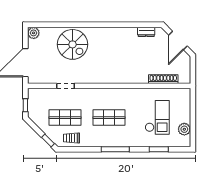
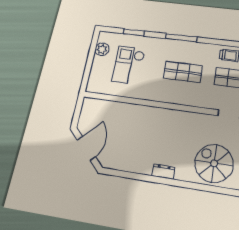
dresser: (146, 32) -> (163, 172), moved
shoe rack: (163, 79) -> (113, 106), removed

